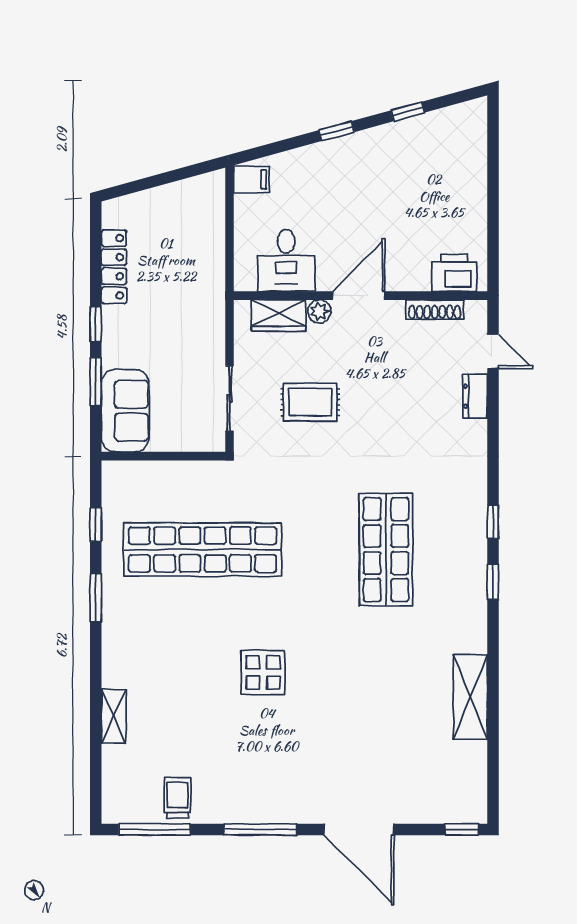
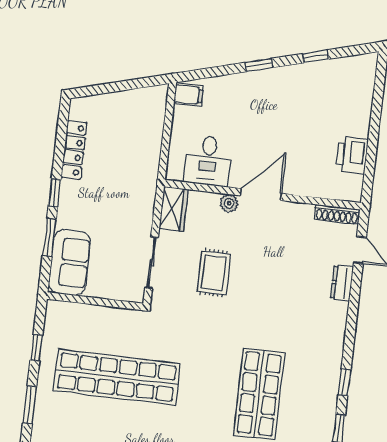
printer: (454, 273) -> (352, 155), moved, turned -90
shoe rack: (435, 310) -> (337, 214), moved
wardrobe: (278, 315) -> (173, 209), moved, turned -90
rug: (310, 402) -> (214, 273), turned 90

